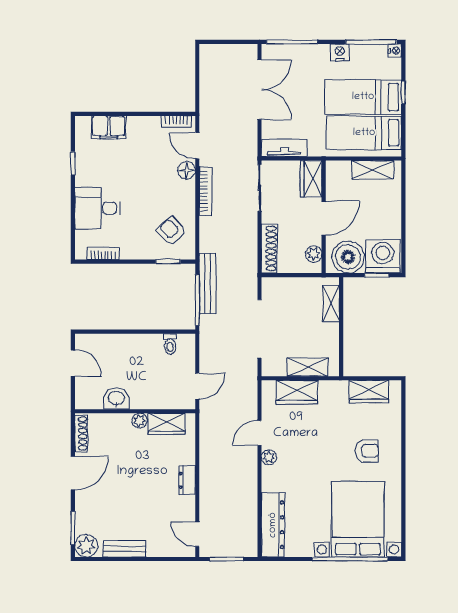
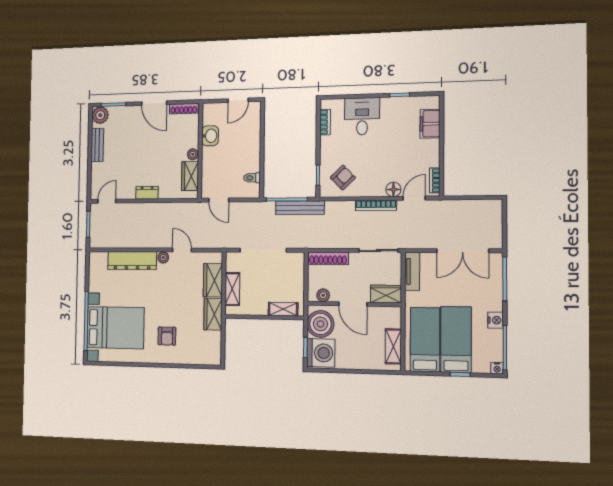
wardrobe: (369, 392) -> (213, 314), moved
dresser: (273, 525) -> (132, 261), moved

